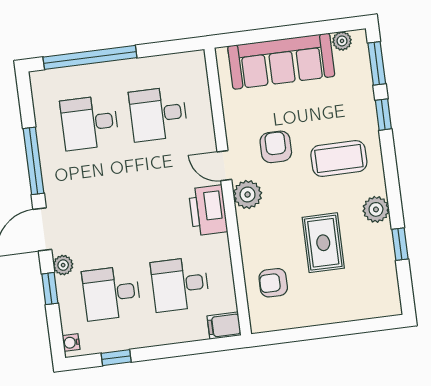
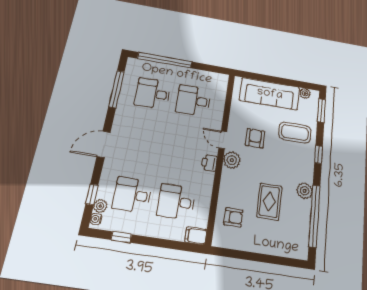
window: (383, 115) -> (319, 155), moved
coffee table: (339, 158) -> (295, 133), moved
window: (34, 161) -> (116, 89), moved
printer: (208, 210) -> (209, 163), width x0.53, depth x0.68
window: (400, 244) -> (314, 216), width x3.17
plant: (63, 265) -> (100, 206), moved
armchair: (273, 283) -> (233, 217), turned 180
window: (50, 289) -> (92, 194), moved

